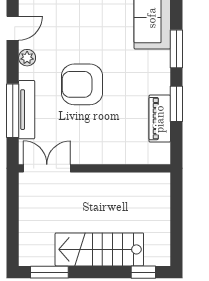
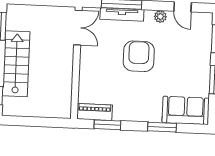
window: (176, 104) -> (107, 125), moved
piano: (160, 119) -> (95, 112), moved

